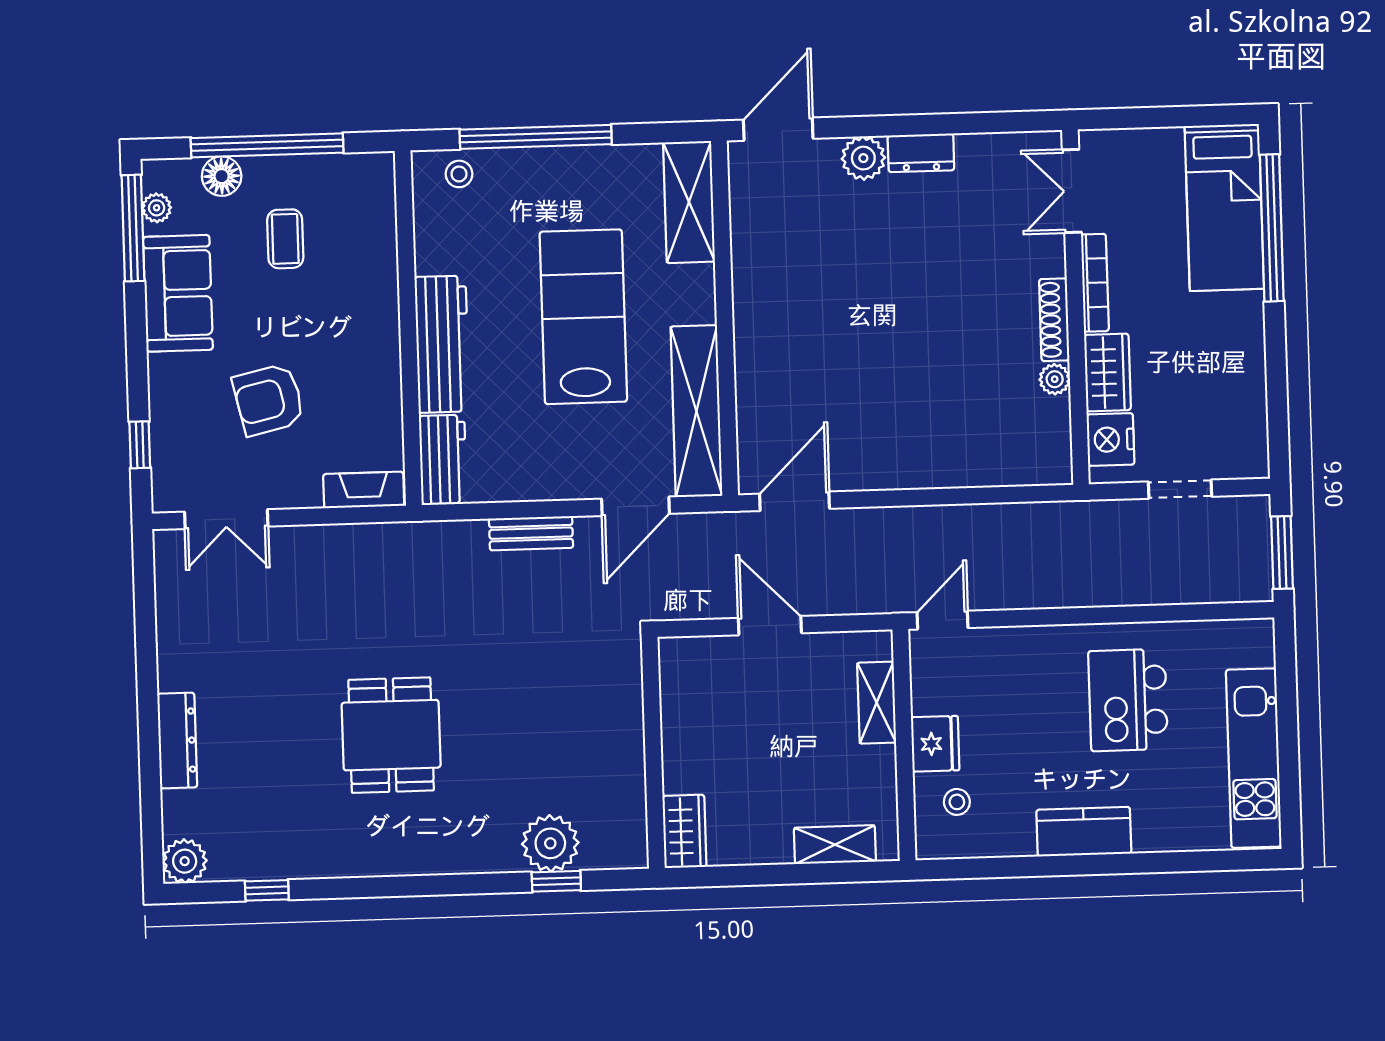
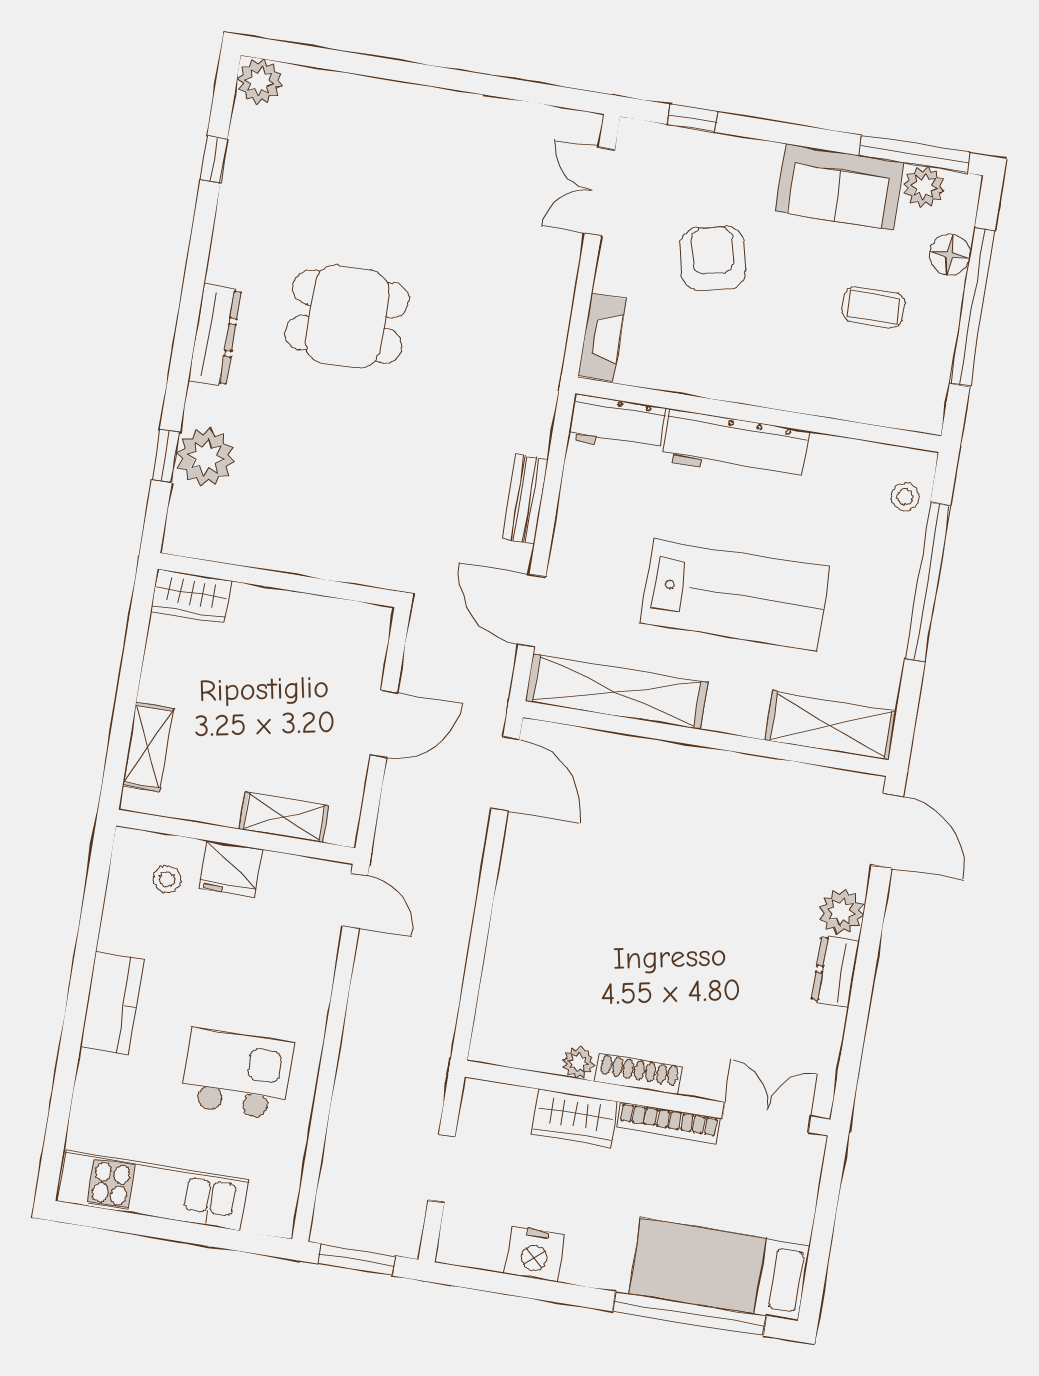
plant: (157, 208) -> (924, 187), width x1.38, depth x1.38
nightstand: (1110, 440) -> (535, 1254), moved, turned 180
dresser: (177, 741) -> (215, 335), moved, turned -90

